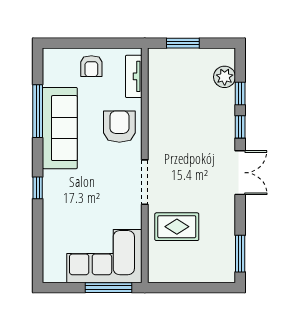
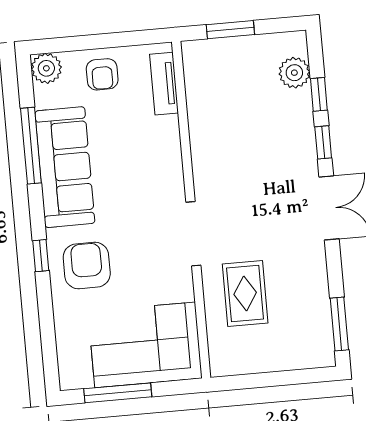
plant: (53, 59) -> (46, 68), added
armchair: (119, 127) -> (87, 265), moved
rug: (177, 227) -> (245, 293), turned 90
window: (109, 288) -> (118, 393), moved

